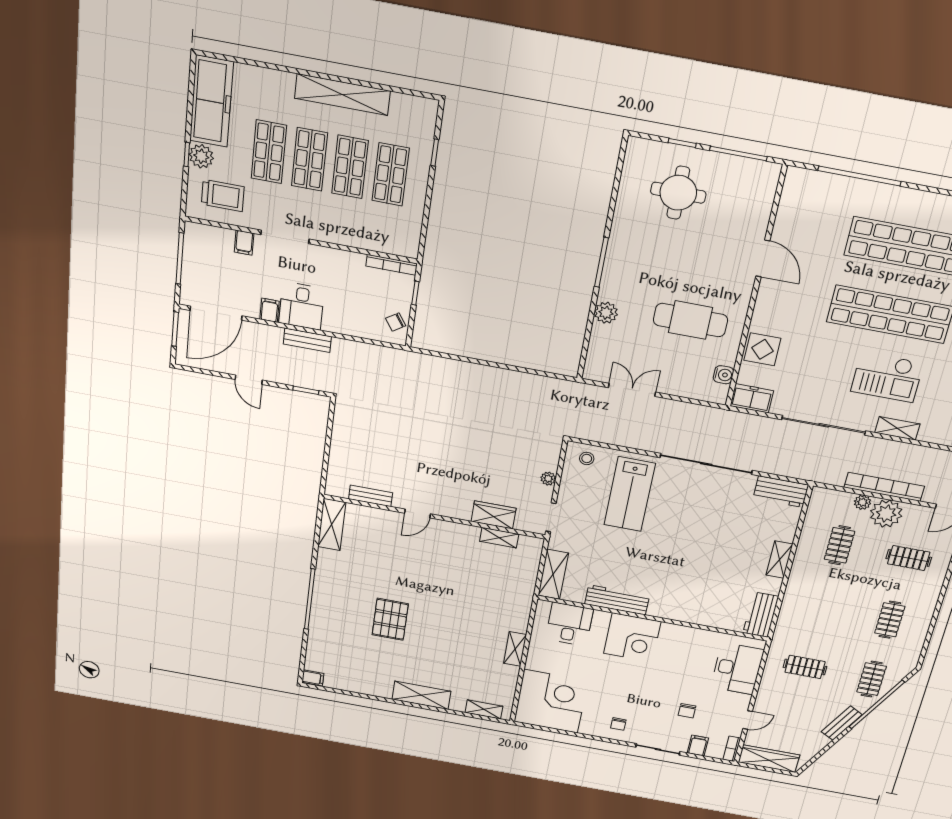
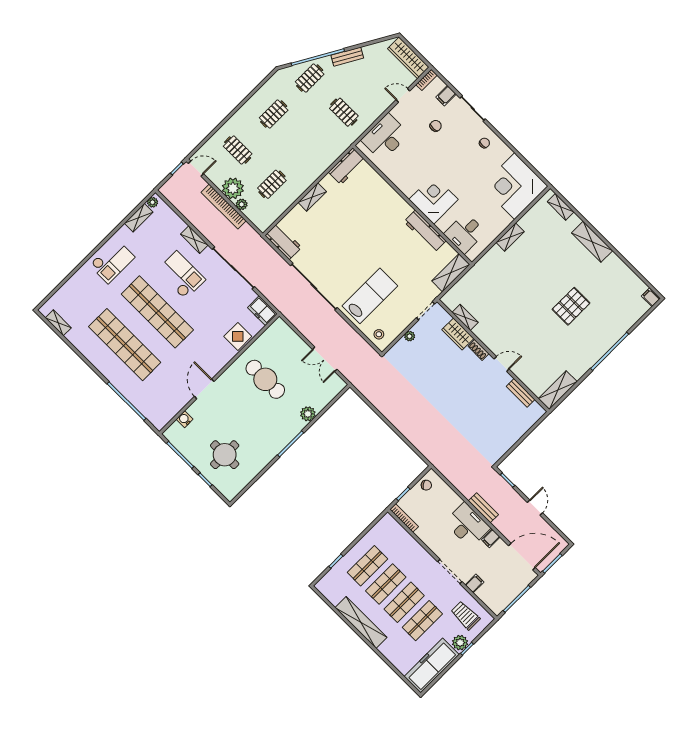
desk: (302, 306) -> (467, 525), width x1.37
water cooler: (723, 375) -> (185, 419), moved
shoe rack: (456, 512) -> (478, 350), added

